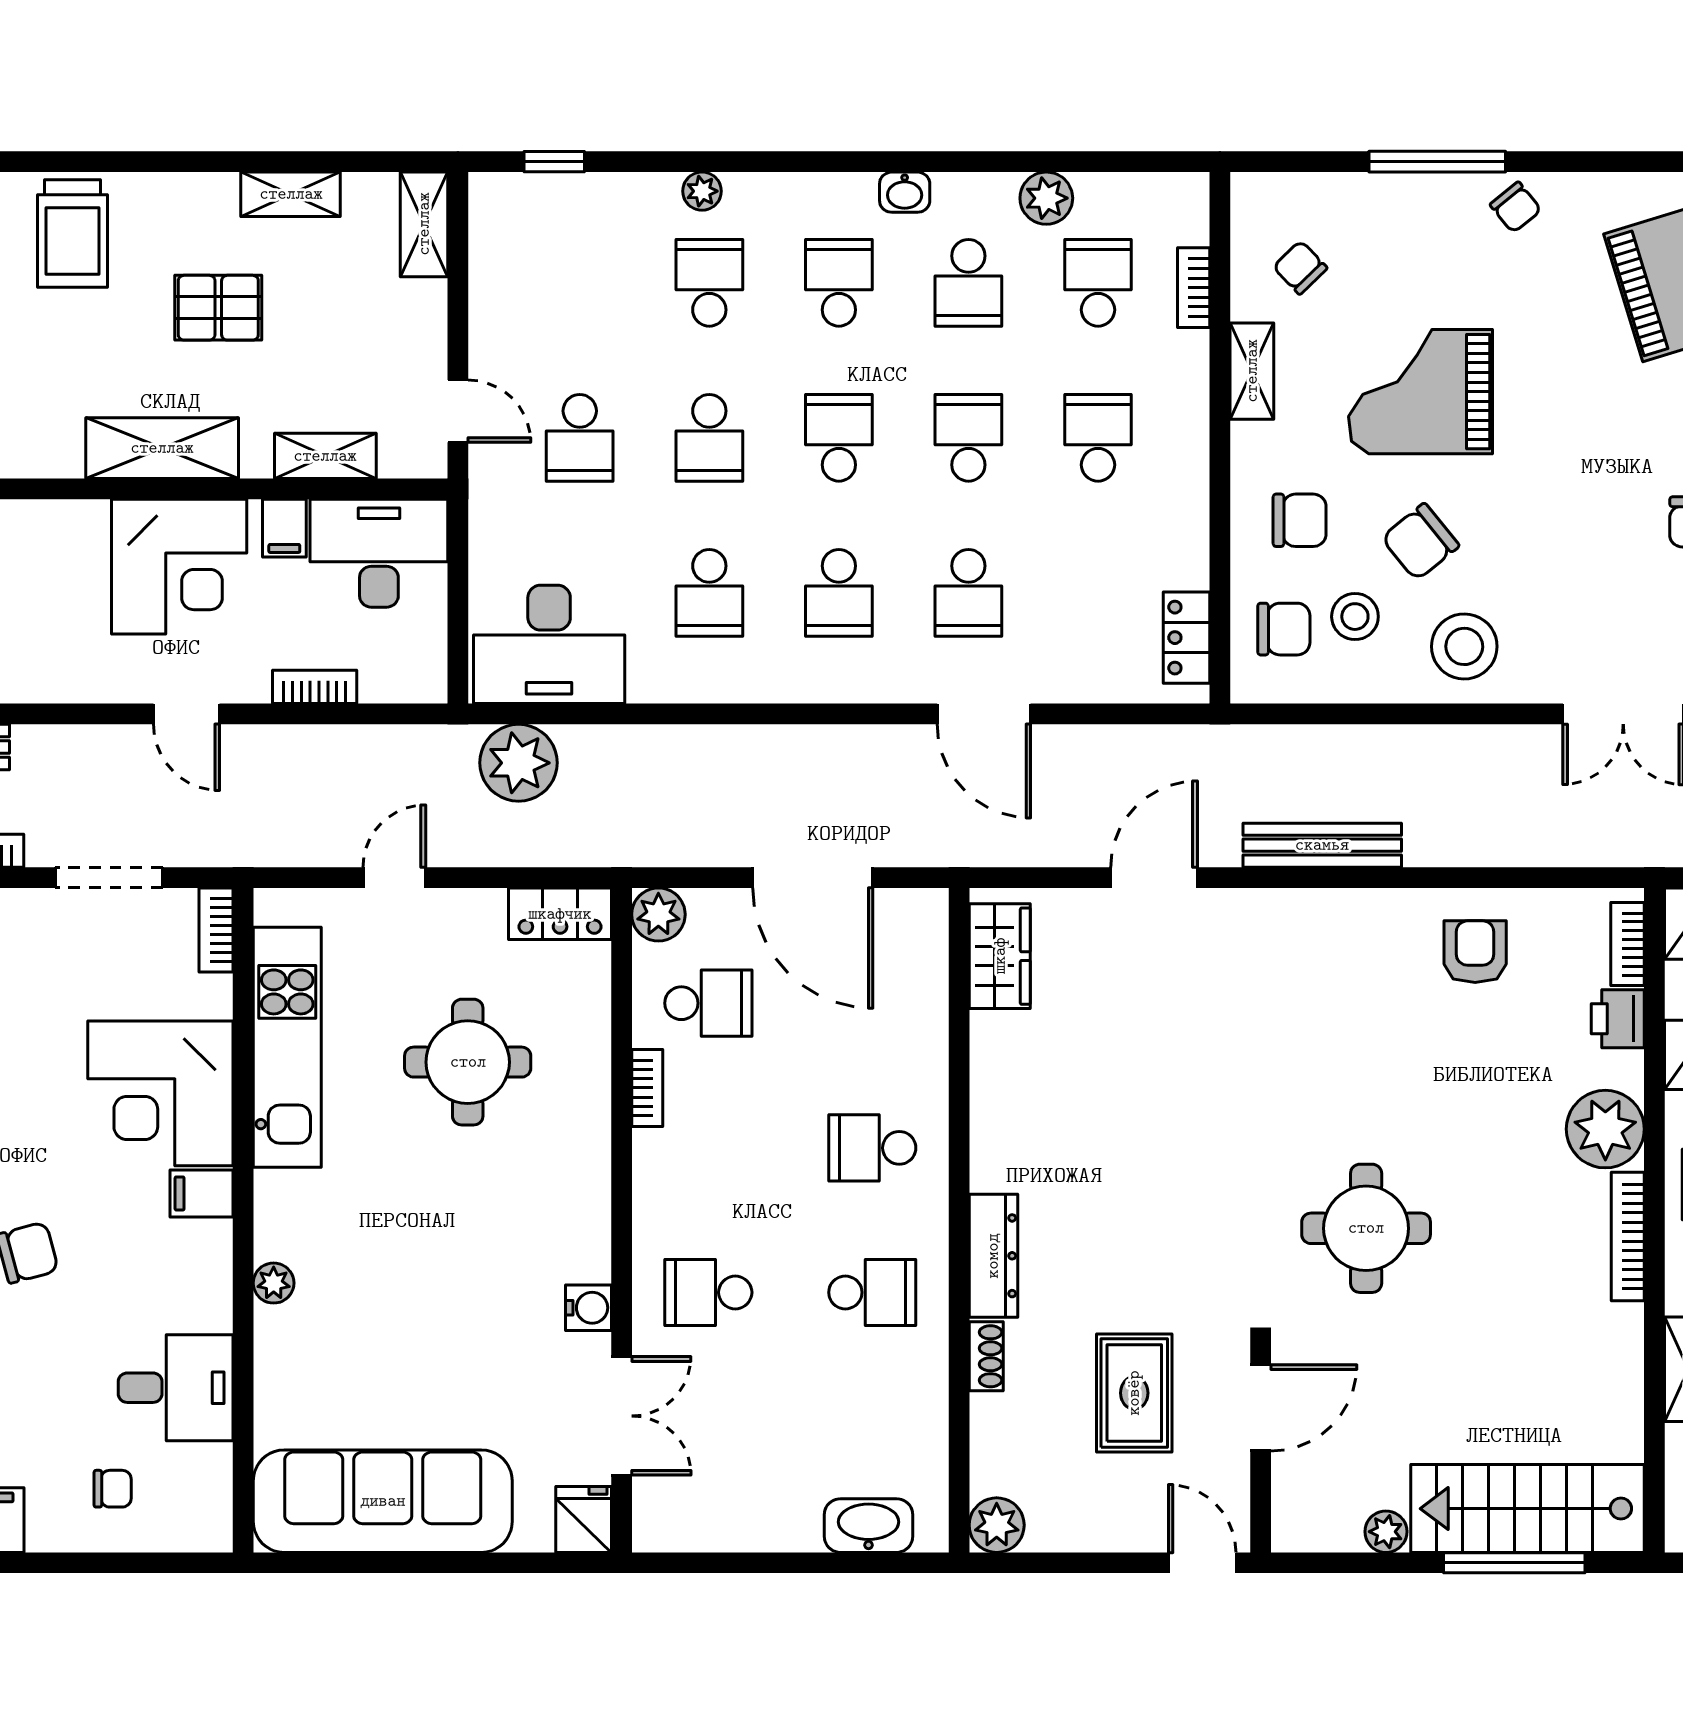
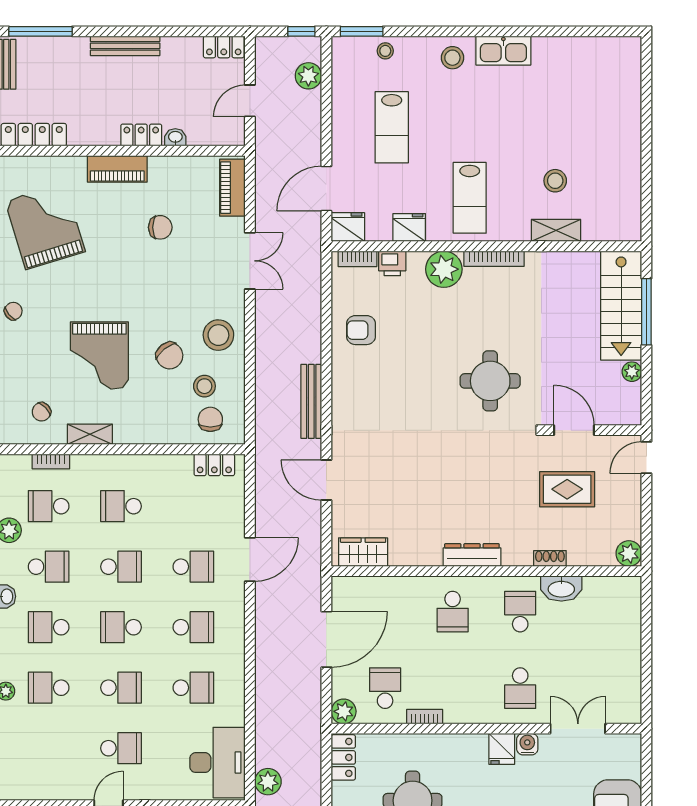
school desk: (968, 438) -> (121, 567), turned 180
chair: (1300, 520) -> (160, 412), removed
plant: (519, 763) -> (268, 782), width x0.73, depth x0.73
dresser: (993, 1256) -> (472, 555), moved
fridge: (584, 1520) -> (502, 749), moved, turned -90
washbasin: (869, 1526) -> (561, 588), moved, turned -90

